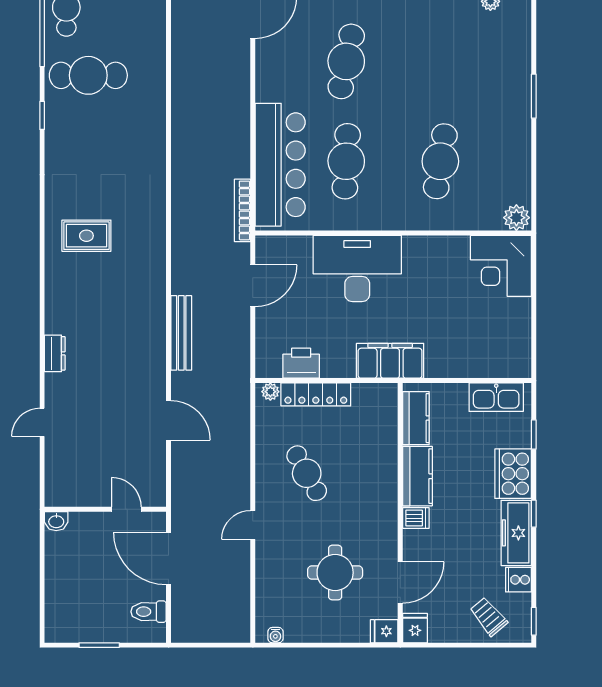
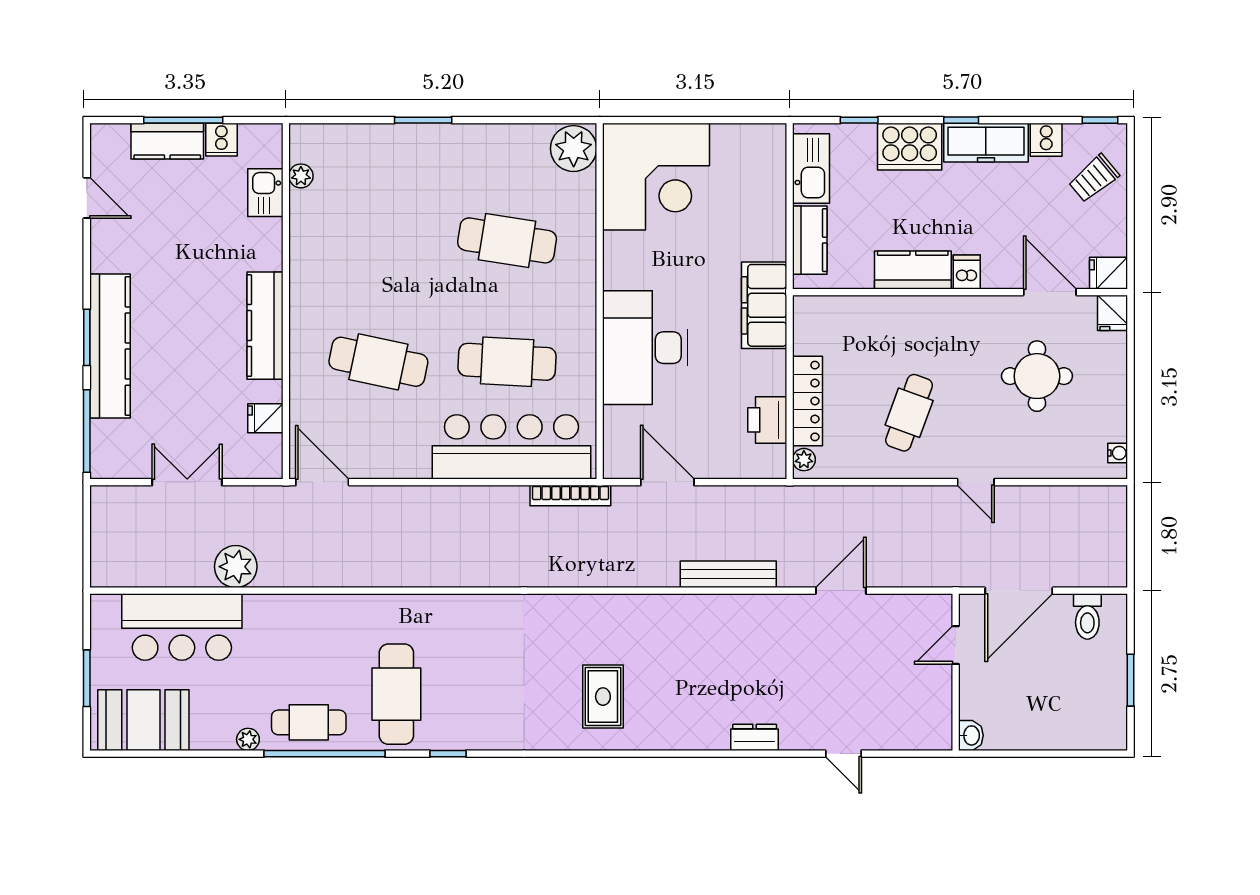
plant: (516, 218) -> (574, 149), width x1.36, depth x1.36
corner desk: (501, 266) -> (656, 177), width x1.36, depth x1.36
kitchen counter: (416, 418) -> (810, 240), moved, turned 90
cafe table: (307, 473) -> (909, 413), turned -41

